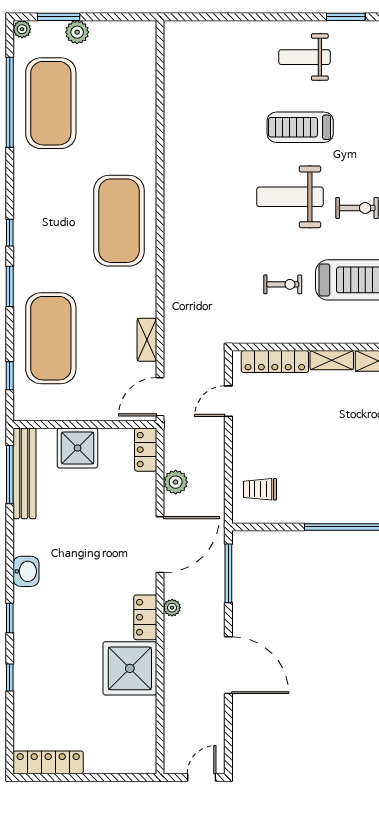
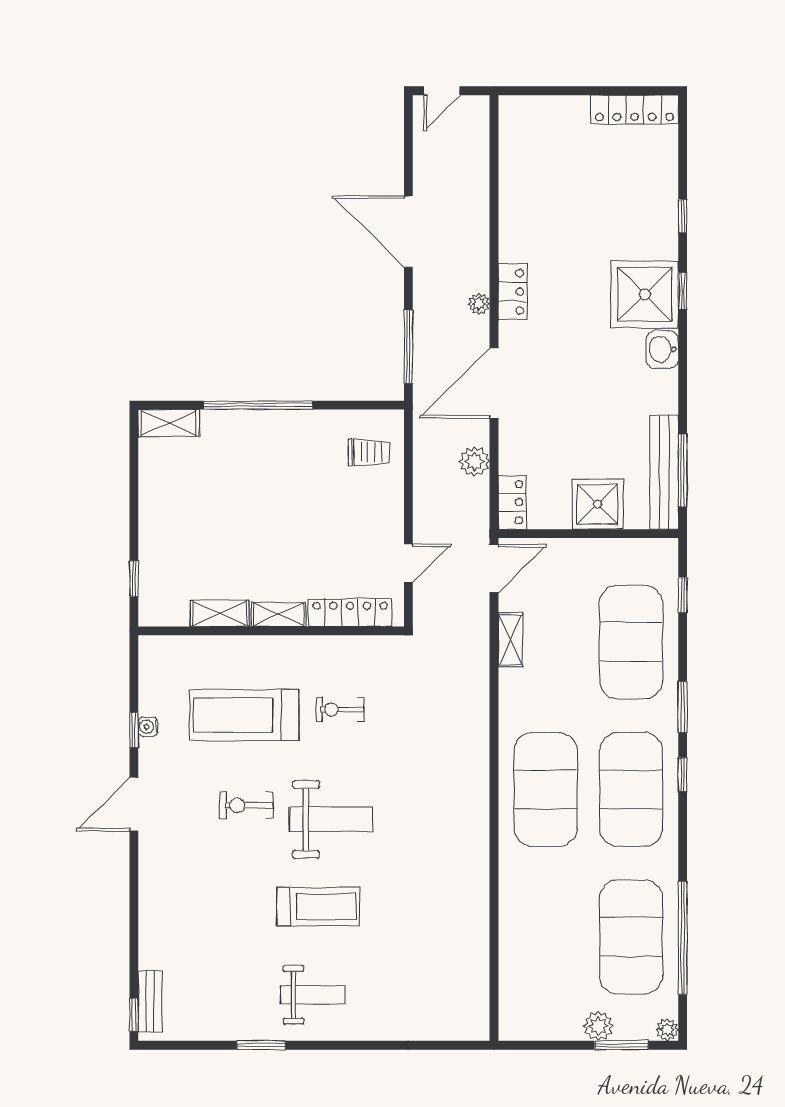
exercise mat: (51, 221) -> (631, 789), added
shower: (130, 668) -> (645, 294), moved

